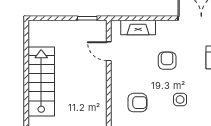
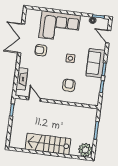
door: (109, 51) -> (34, 99), swing flipped
armchair: (167, 61) -> (41, 50), moved

